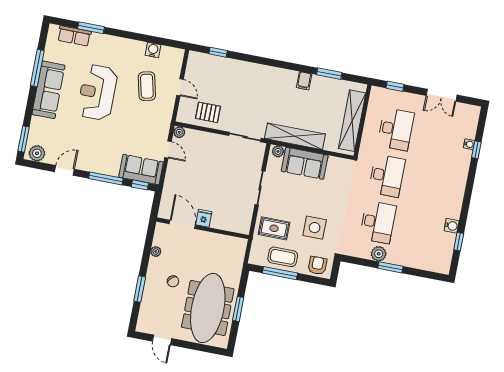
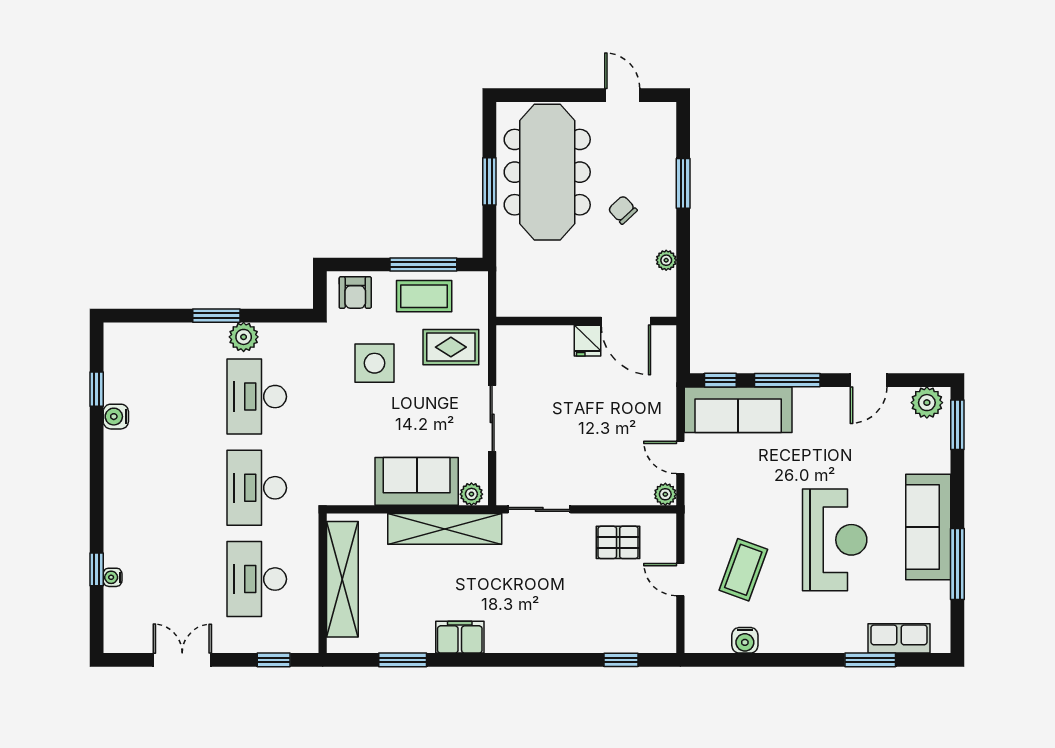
filing cabinet: (304, 81) -> (460, 637), width x2.00
coffee table: (147, 86) -> (743, 570), turned 33
sofa: (141, 170) -> (738, 410), width x1.36

